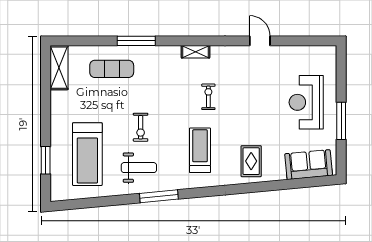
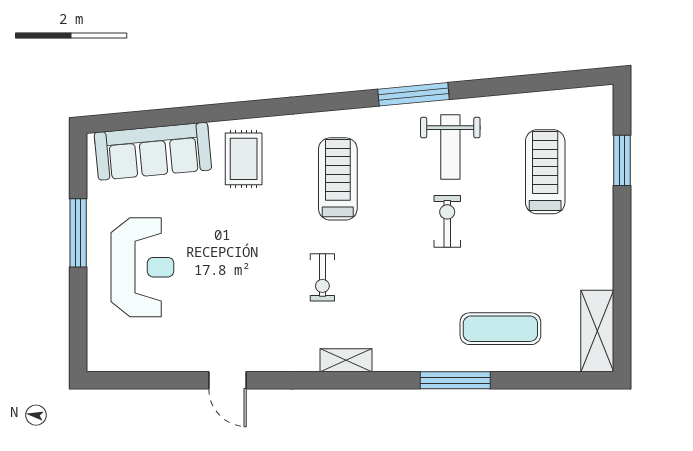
treadmill: (200, 150) -> (338, 179), turned 180
treadmill: (87, 154) -> (545, 172), width x0.73, depth x0.73
sofa: (309, 165) -> (153, 151), width x1.36
weight bench: (139, 168) -> (450, 147), turned -90

